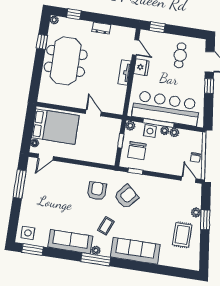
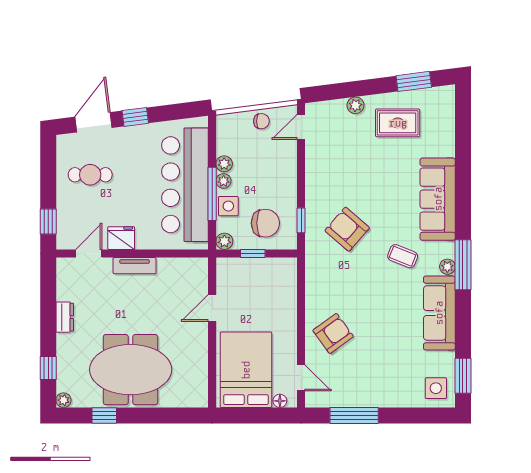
armchair: (97, 191) -> (333, 333), moved, turned 144
window: (205, 220) -> (414, 81), moved

